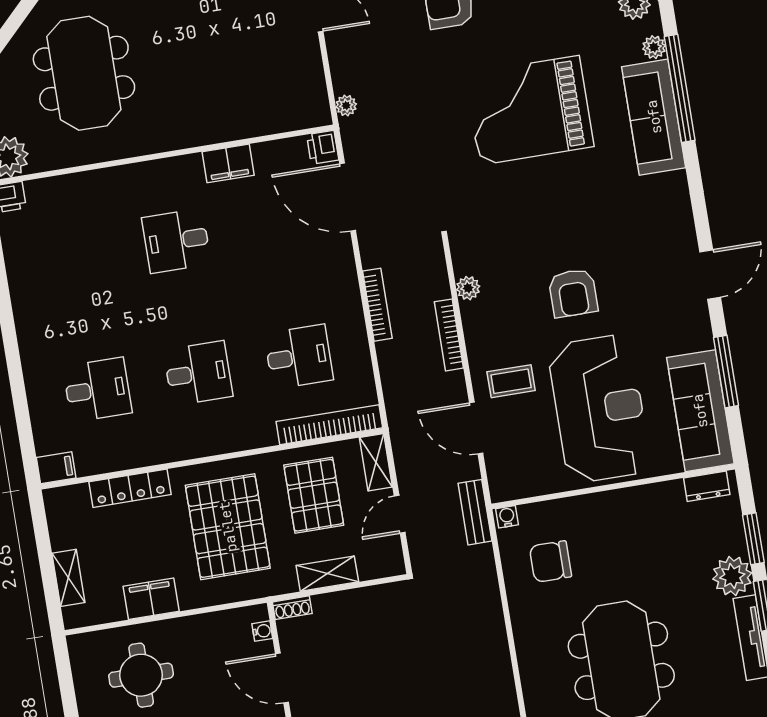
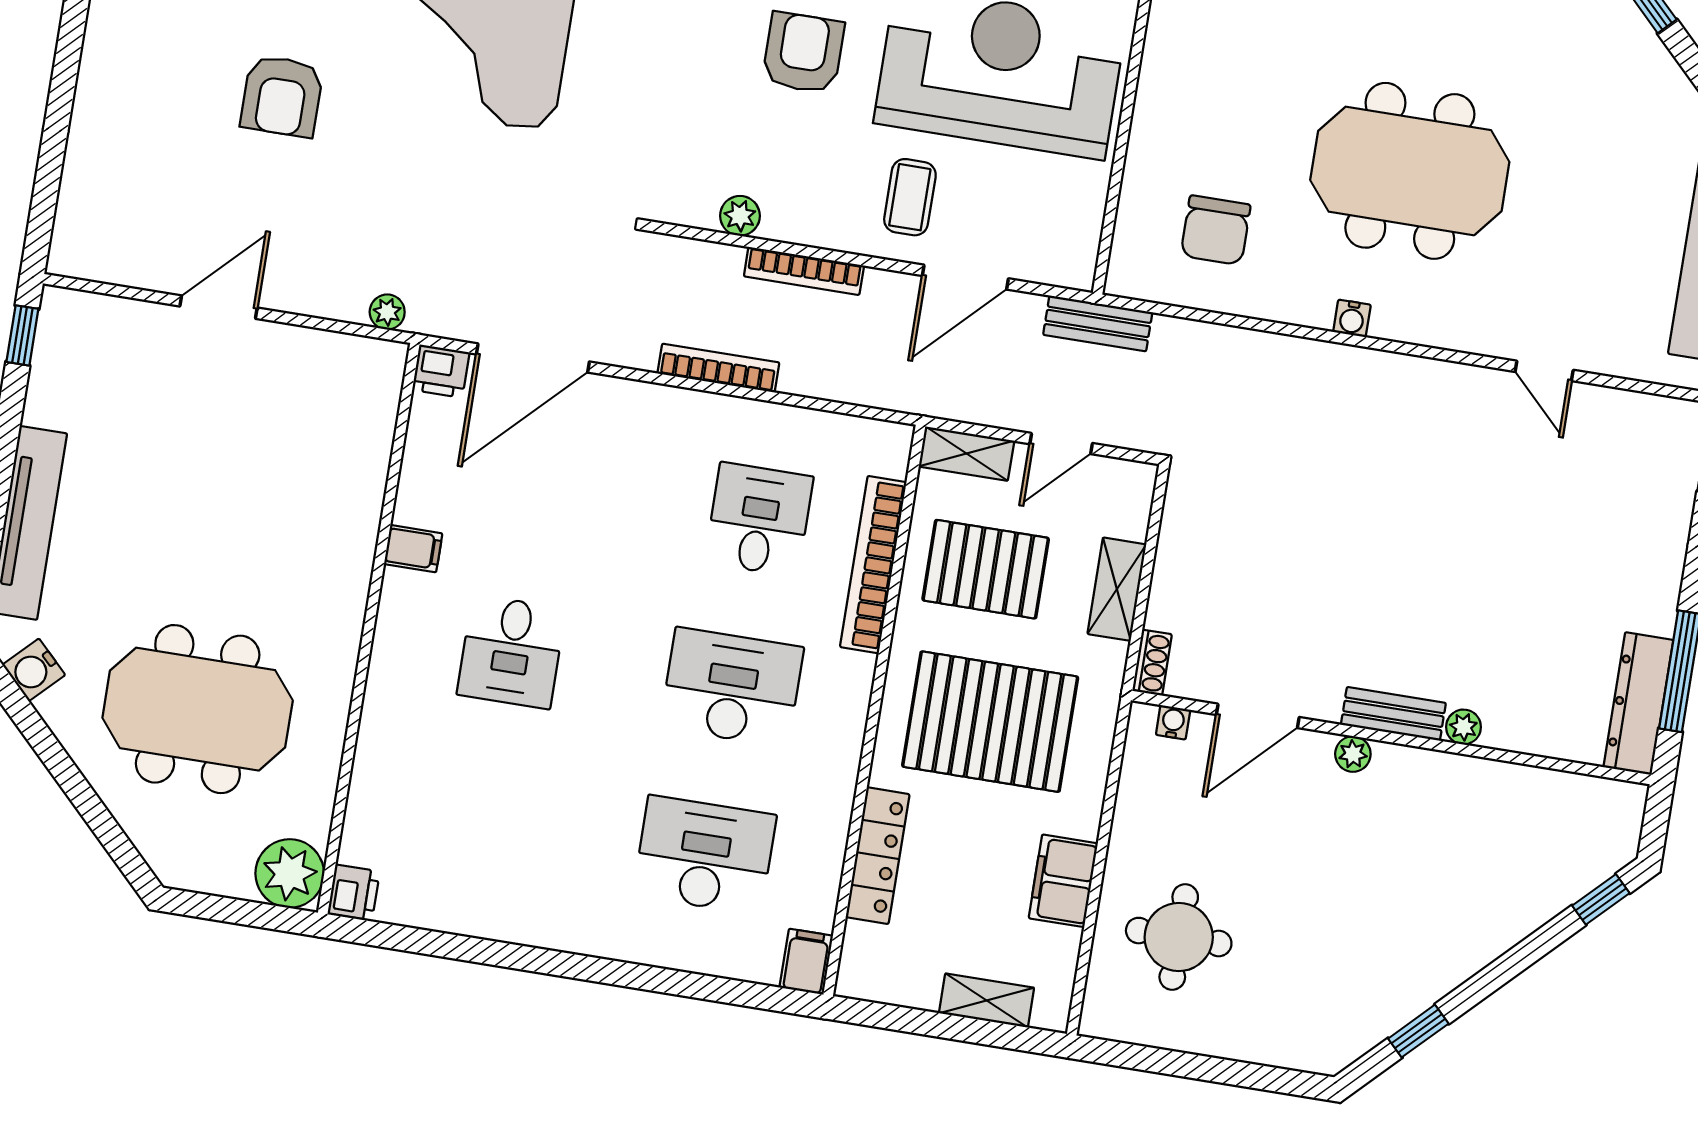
filing cabinet: (228, 163) -> (413, 549), width x0.50
armchair: (573, 293) -> (803, 53), turned -90
desk: (198, 373) -> (732, 687), width x1.37
desk: (97, 390) -> (705, 855), width x1.37
bookcase: (329, 425) -> (873, 565), moved
door: (400, 514) -> (1061, 444), hinge flipped
water cooler: (507, 517) -> (1352, 318), moved, turned -90

